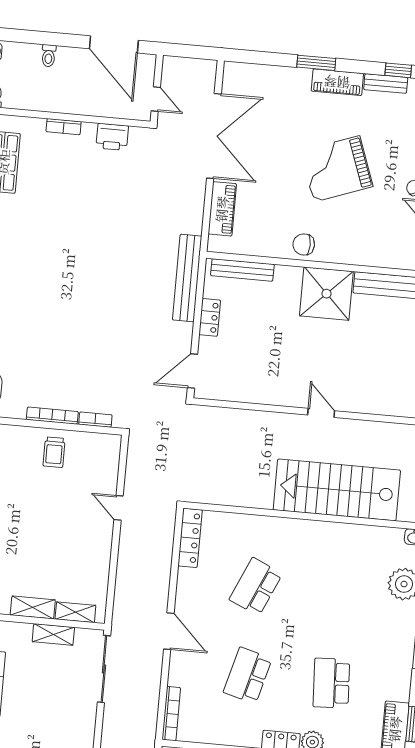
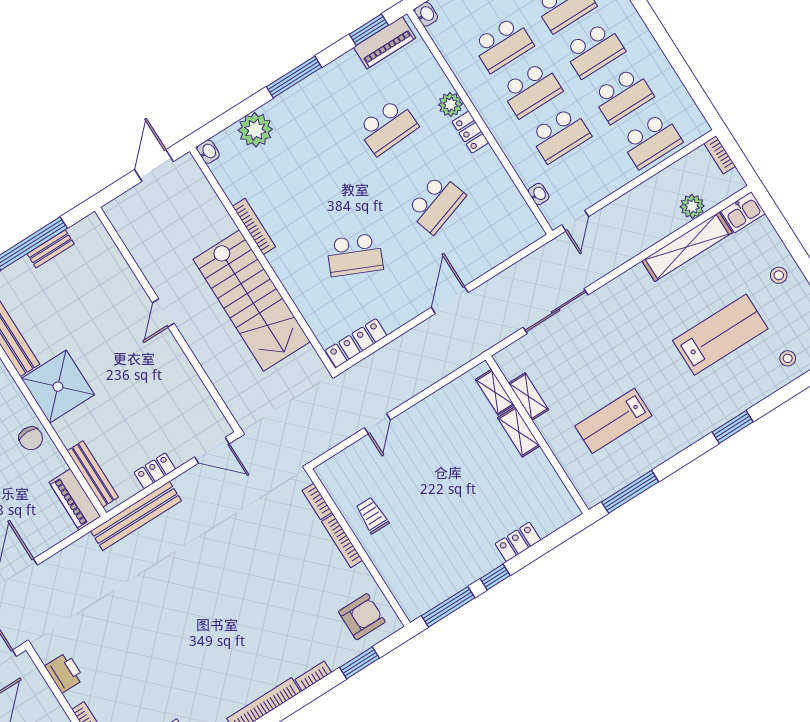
piano: (222, 209) -> (75, 499), moved, turned -90
trolley: (54, 452) -> (372, 515), turned -90
stairs: (337, 490) -> (252, 301), moved
sliding door: (104, 669) -> (556, 311), moved
school desk: (248, 675) -> (436, 204), turned -33
bookcase: (171, 714) -> (254, 226), moved, turned 90

